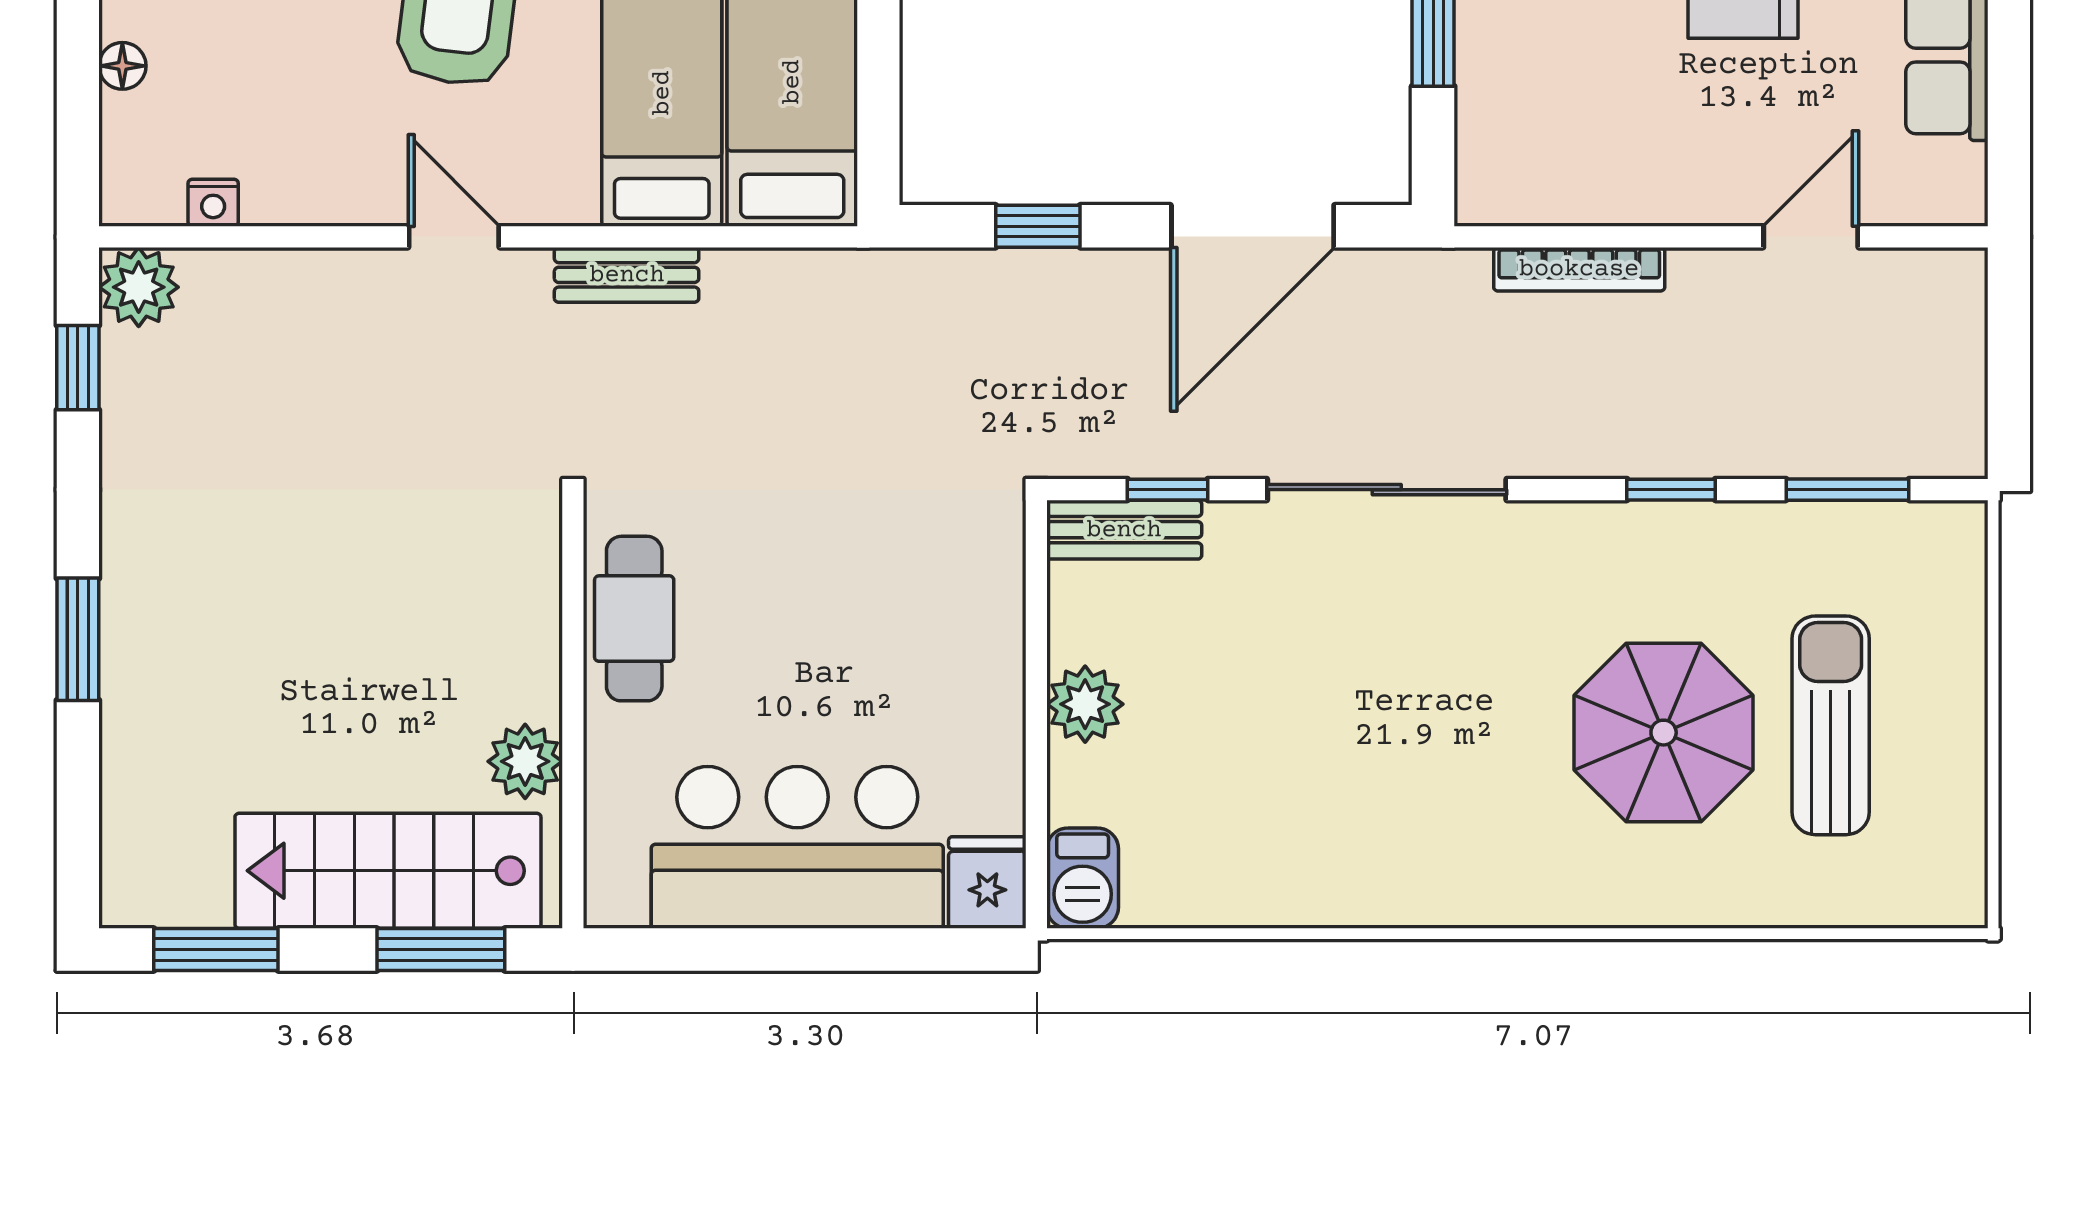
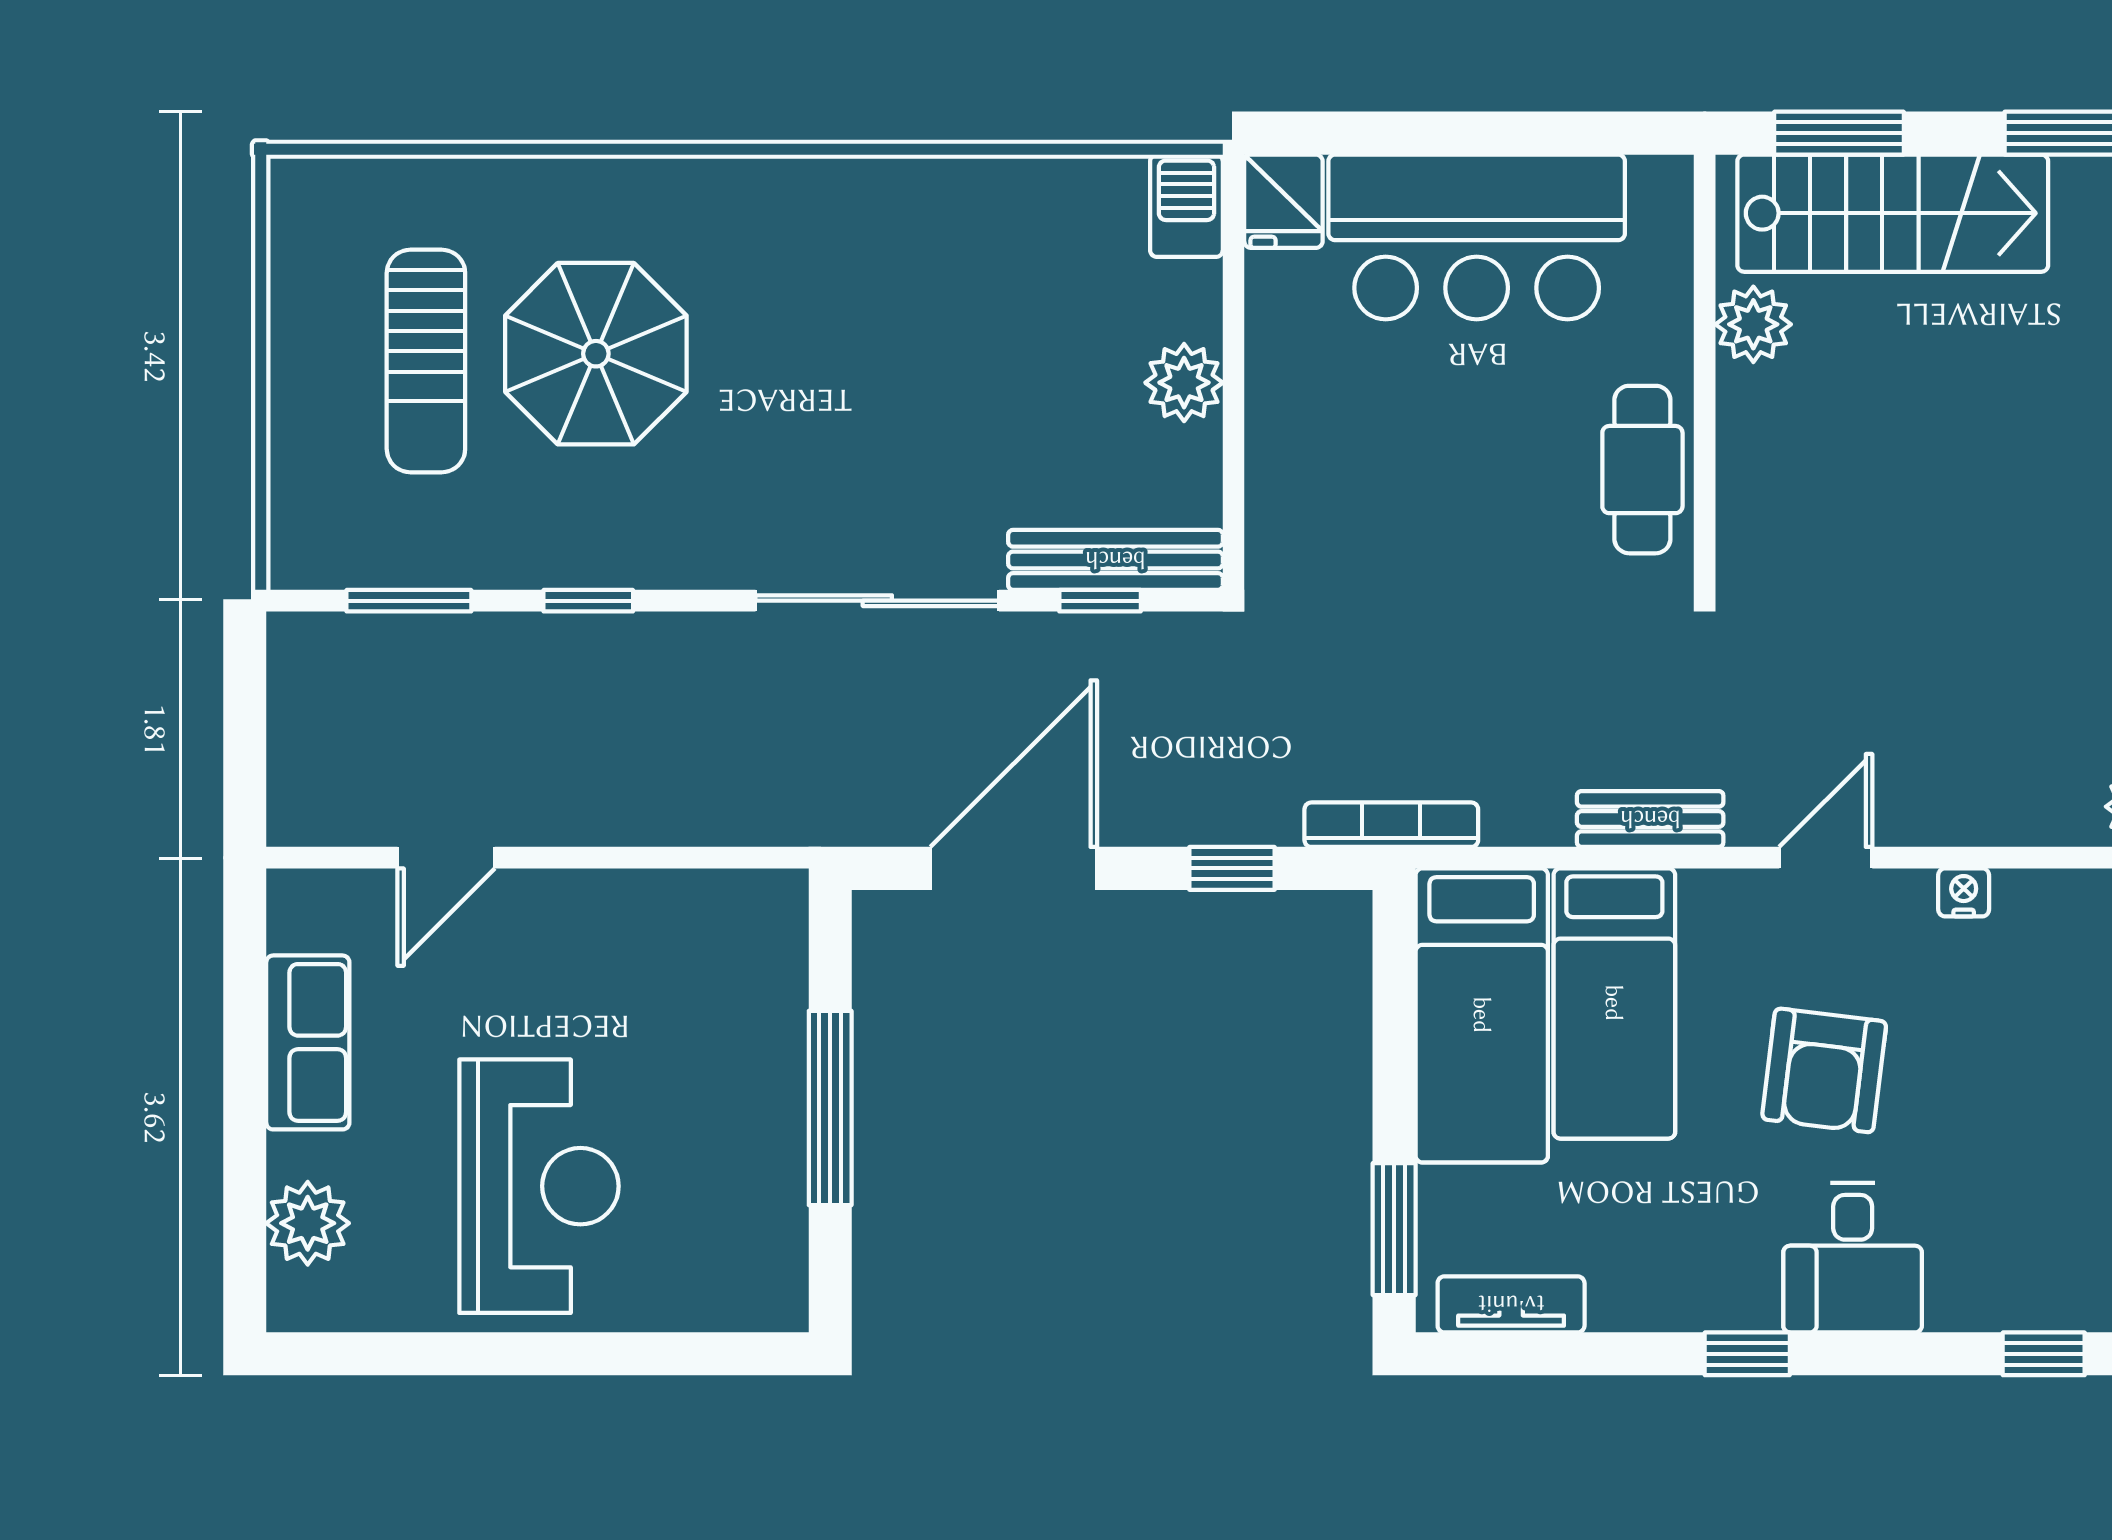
nightstand: (213, 203) -> (1964, 892), moved
door: (454, 237) -> (1826, 858), swing flipped
bookcase: (1579, 269) -> (1391, 825), moved
bench: (1124, 530) -> (1115, 560), width x1.36

